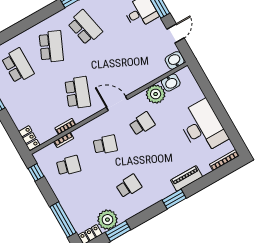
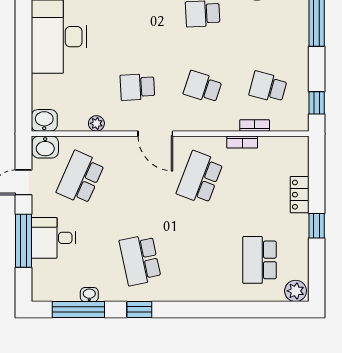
school desk: (51, 47) -> (80, 178), moved
washbasin: (171, 82) -> (44, 120), moved
plant: (156, 94) -> (96, 123), width x0.53, depth x0.53
locker: (29, 138) -> (300, 195), moved

